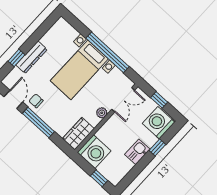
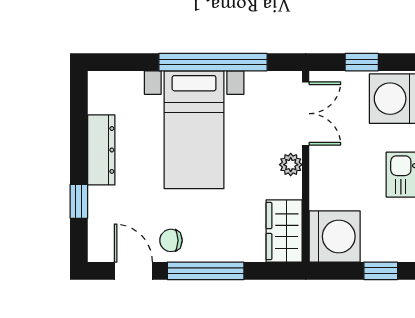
dresser: (32, 57) -> (101, 150), moved

